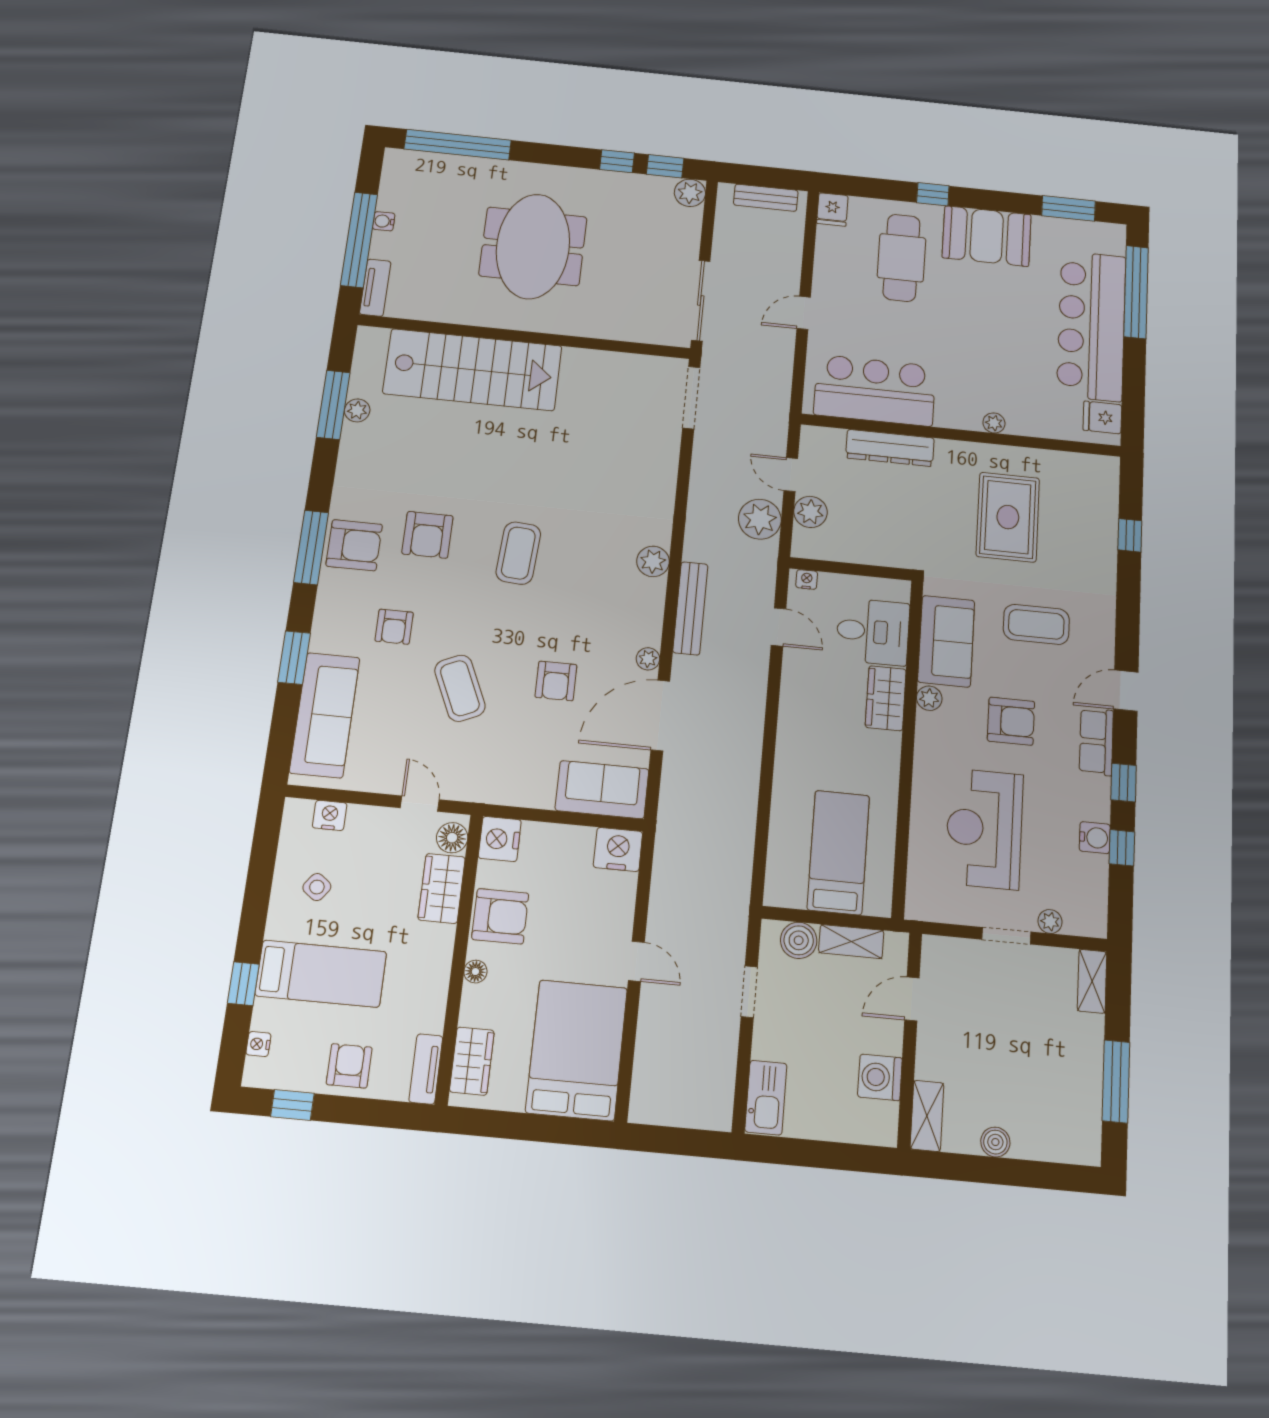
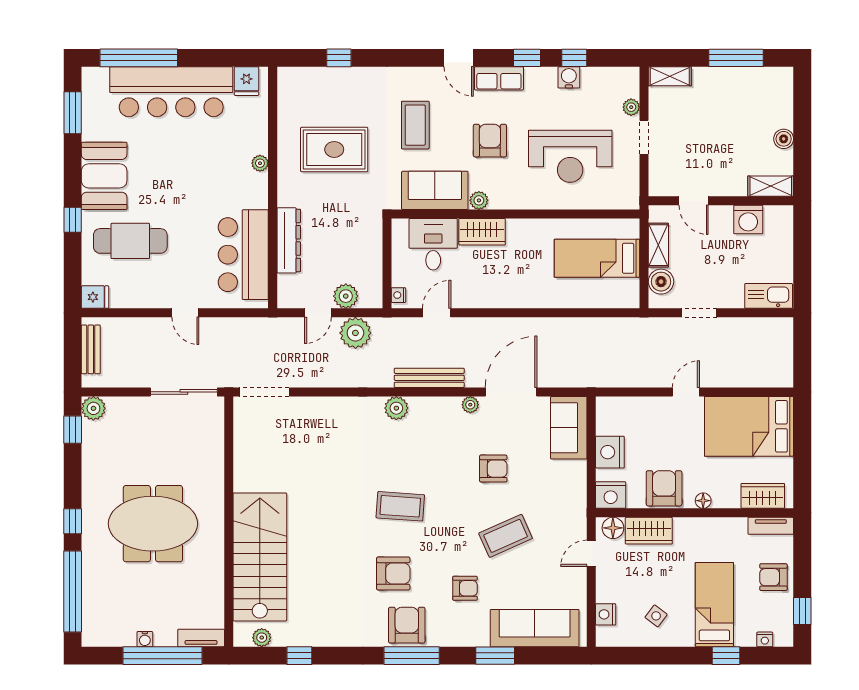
window: (617, 161) -> (73, 521), moved
window: (333, 405) -> (299, 656), width x0.46
plant: (357, 410) -> (262, 638), moved
door: (660, 715) -> (511, 392), swing flipped
nightstand: (618, 849) -> (610, 452), moved

